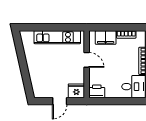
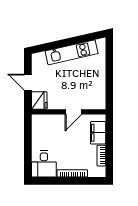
kitchen unit: (57, 37) -> (72, 52), moved, turned -103
printer: (97, 91) -> (39, 123), removed

